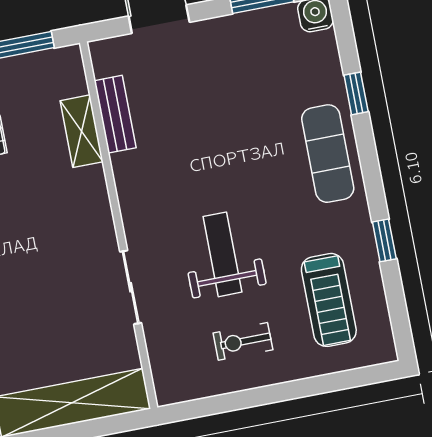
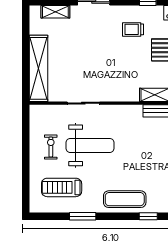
window: (384, 240) -> (83, 216), width x1.50
weight bench: (222, 254) -> (90, 145), width x1.36, depth x1.33

